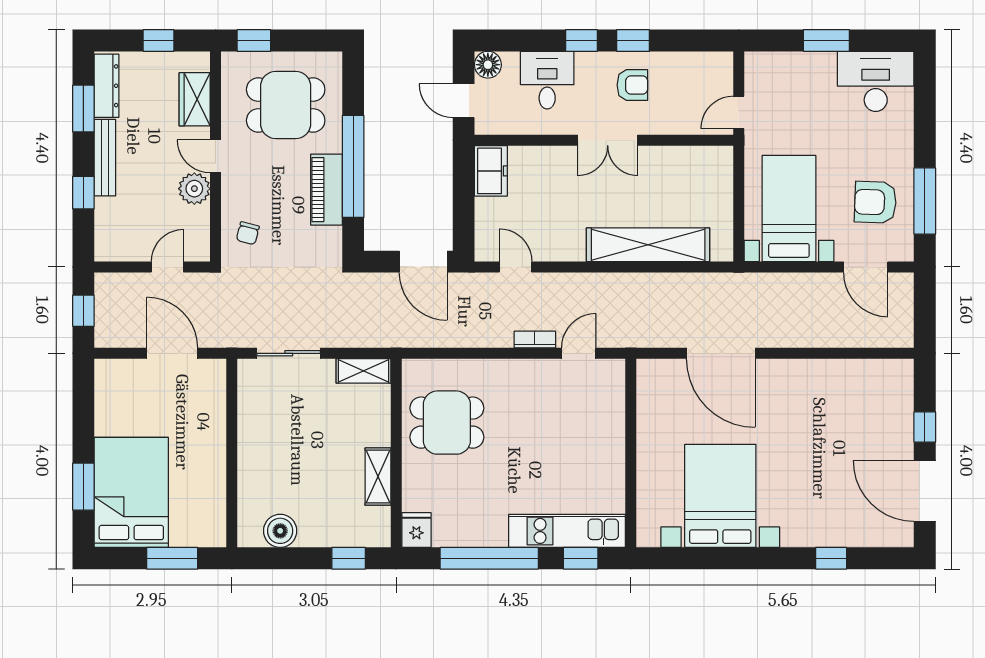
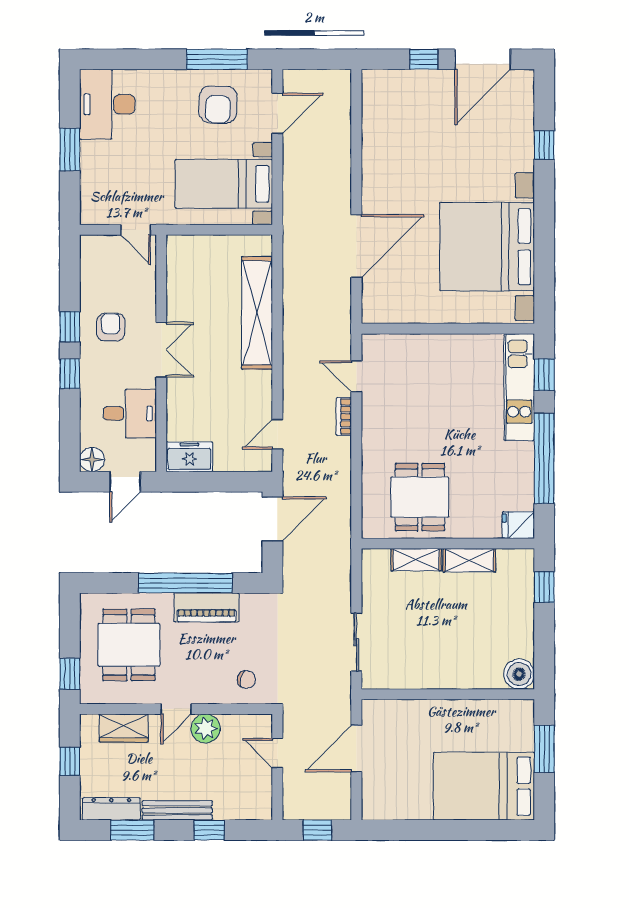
desk: (547, 80) -> (130, 413), moved, turned 180
shelving: (364, 371) -> (416, 560), moved, turned 90
window: (83, 487) -> (479, 830), removed
bed with nightstands: (720, 496) -> (487, 247), width x1.36
boiler: (280, 531) -> (519, 674), moved

